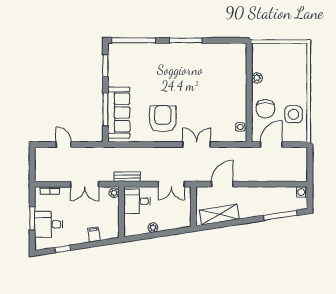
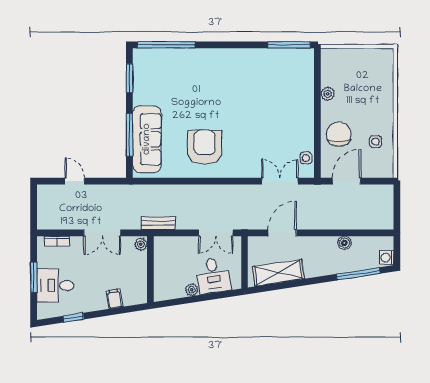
window: (186, 40) -> (289, 45), moved
chair: (265, 109) -> (339, 134), turned 180
side table: (294, 114) -> (376, 142), width x0.54, depth x0.54
double door: (197, 144) -> (280, 181), moved
boiler: (270, 192) -> (344, 243), added
washing machine: (302, 192) -> (387, 258), moved
desk: (137, 201) -> (213, 275), moved, turned -99

